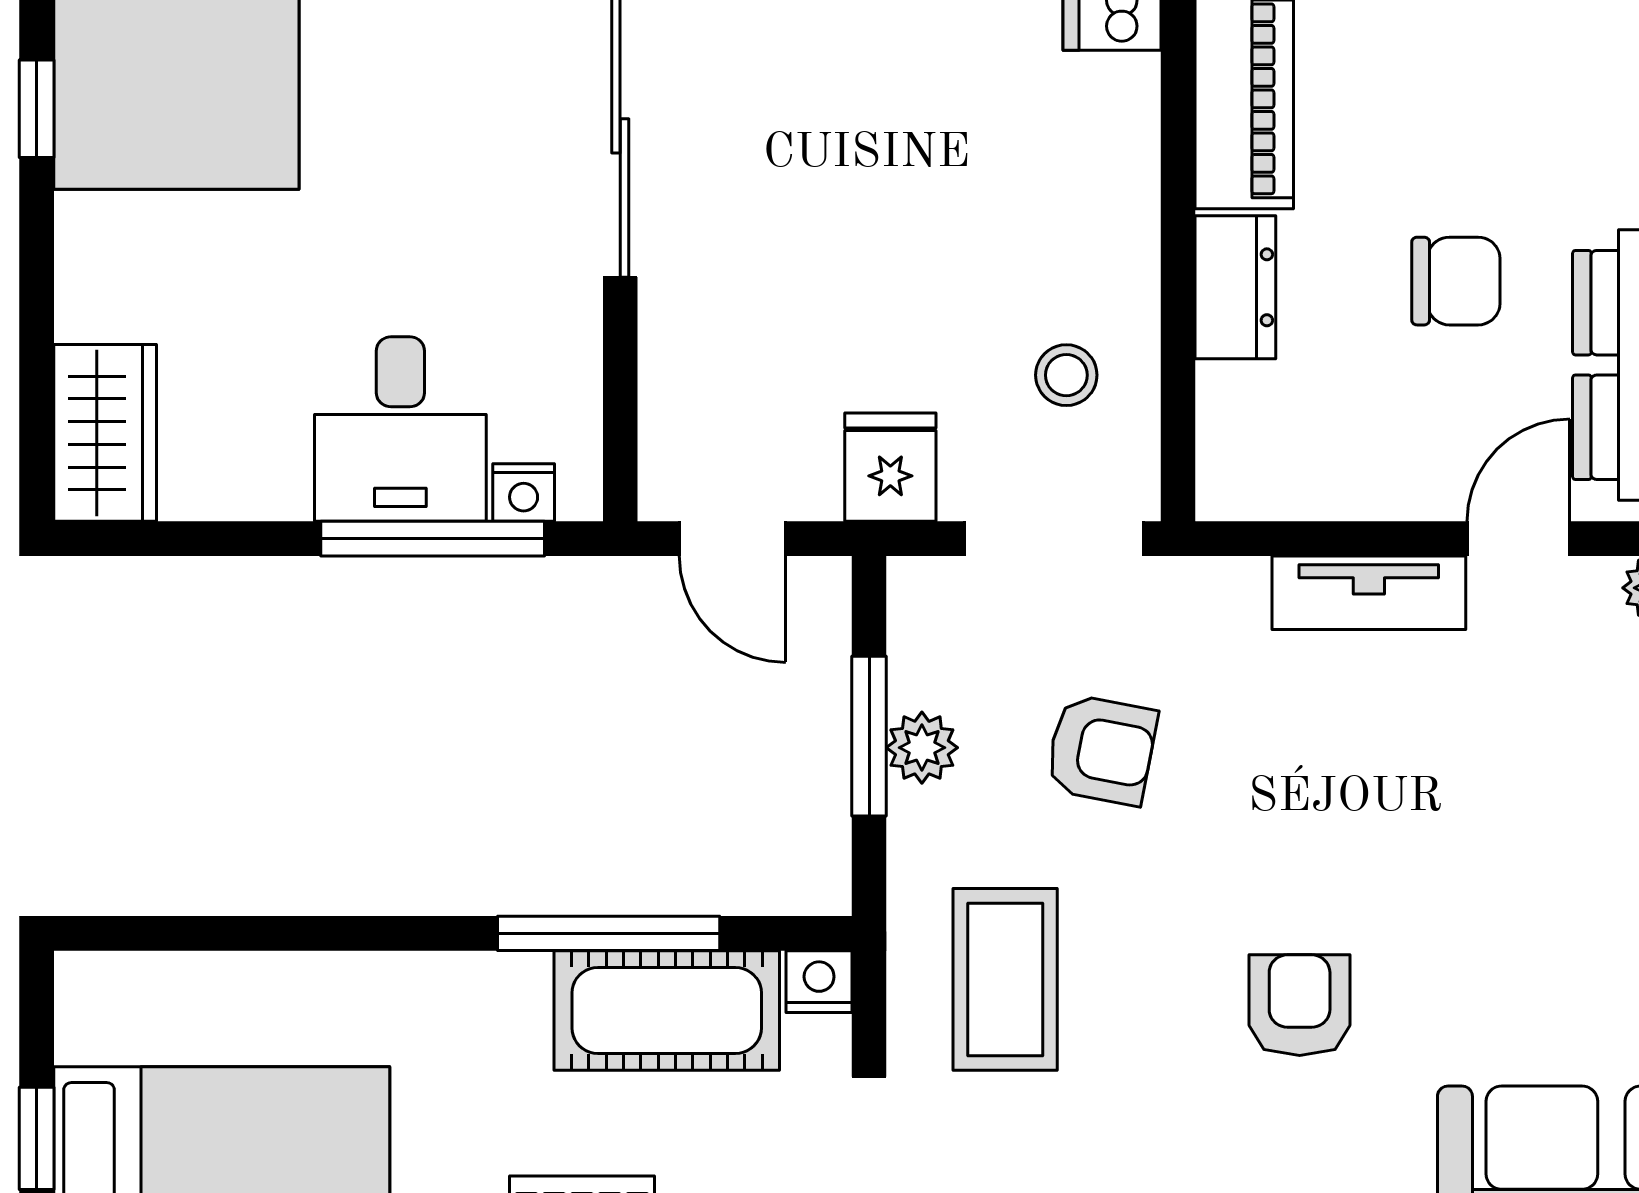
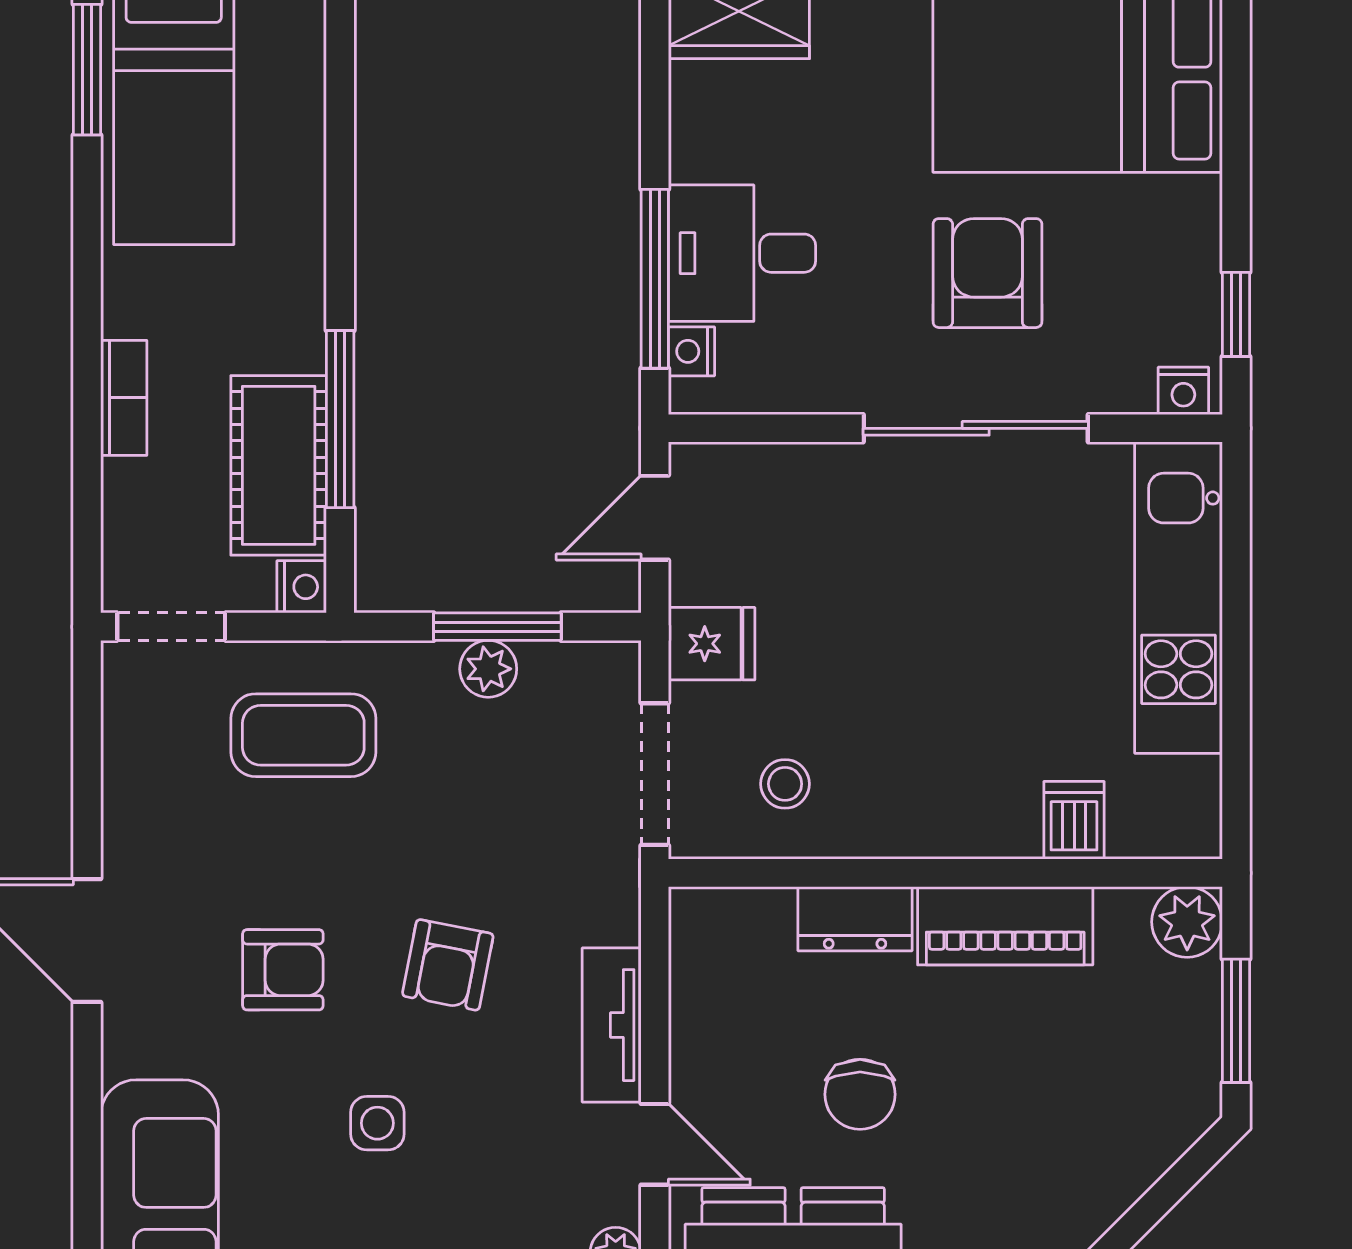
armchair: (425, 121) -> (987, 273), added
armchair: (1101, 750) -> (448, 965), moved
side table: (1492, 887) -> (377, 1123), added

